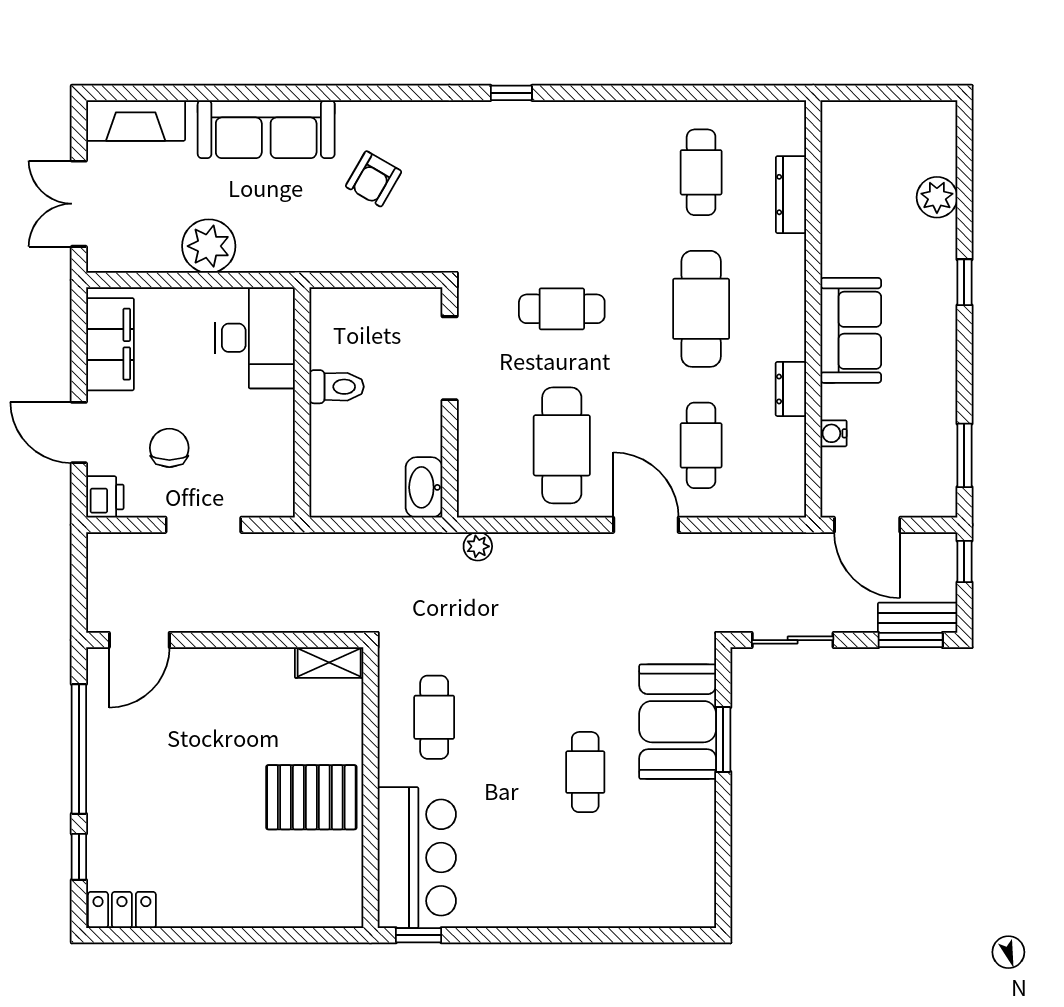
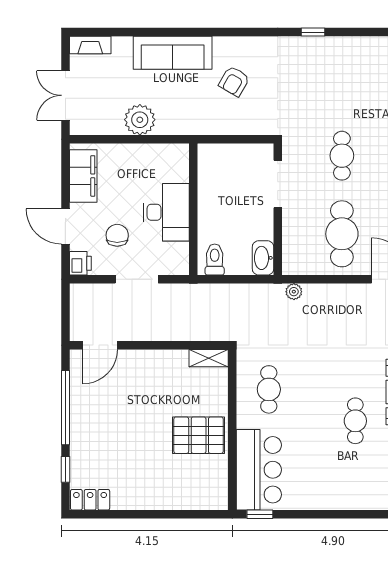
fireplace: (136, 120) -> (90, 45), width x0.73, depth x0.76
cafe table: (562, 309) -> (342, 156), turned 90
desk: (255, 338) -> (166, 212), moved
toilet: (337, 387) -> (215, 260), moved, turned -90

